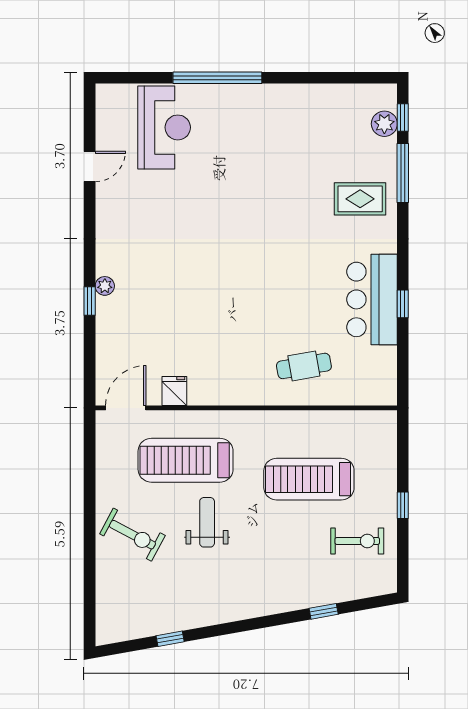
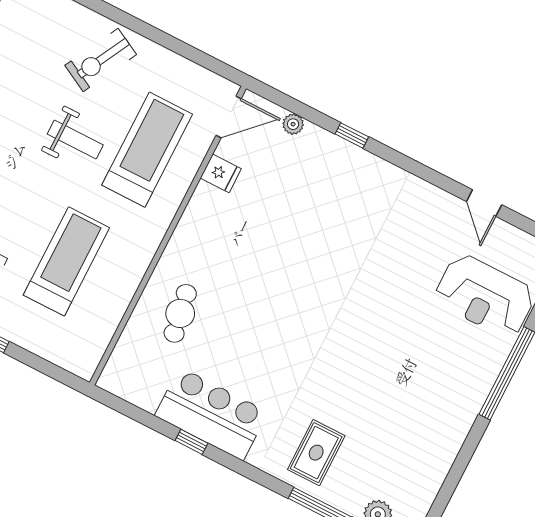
plant: (105, 286) -> (293, 124), moved
door: (126, 408) -> (229, 117), hinge flipped

